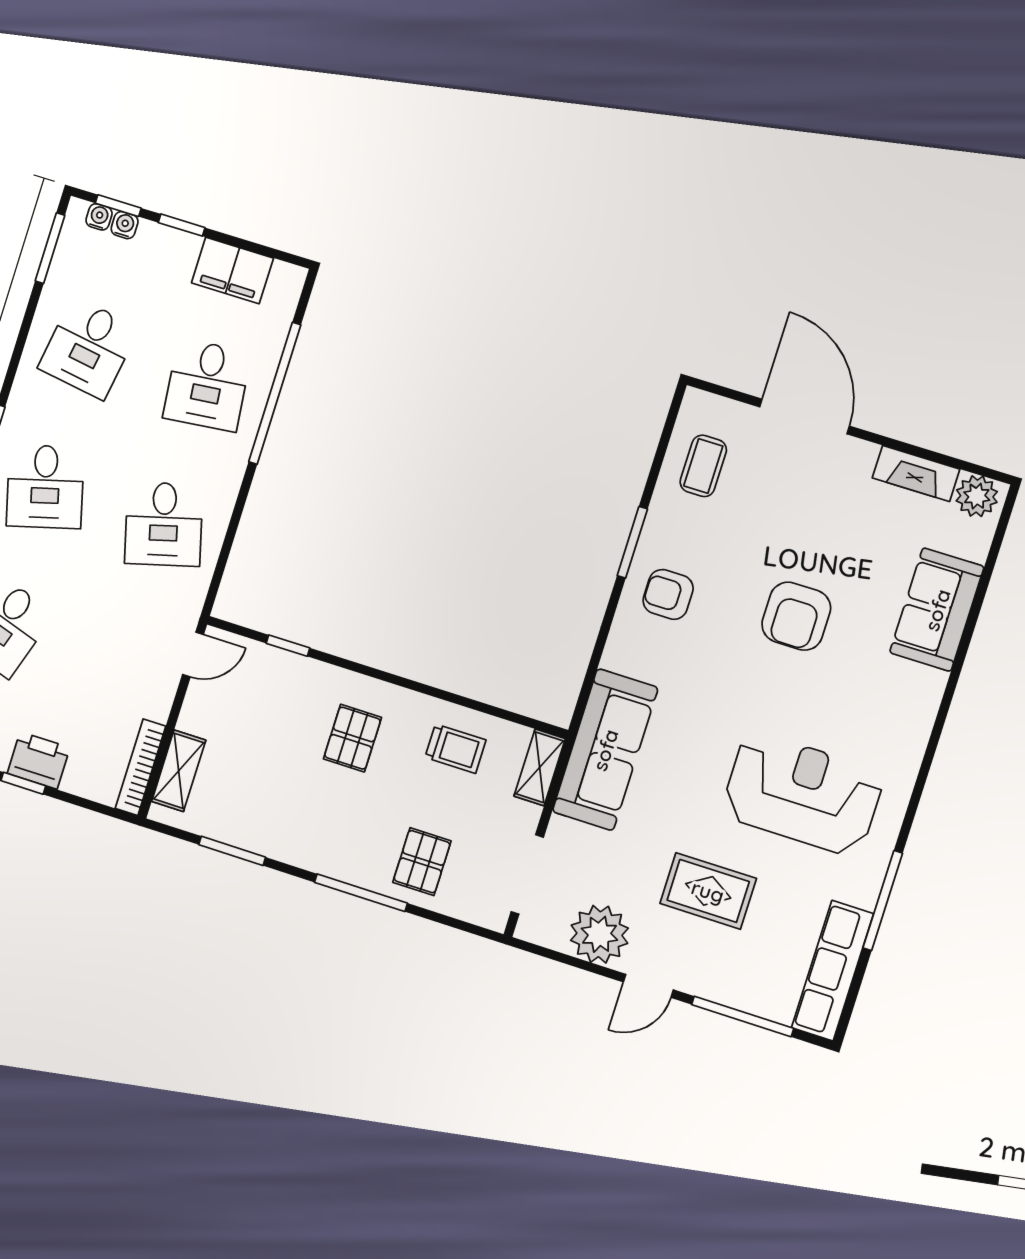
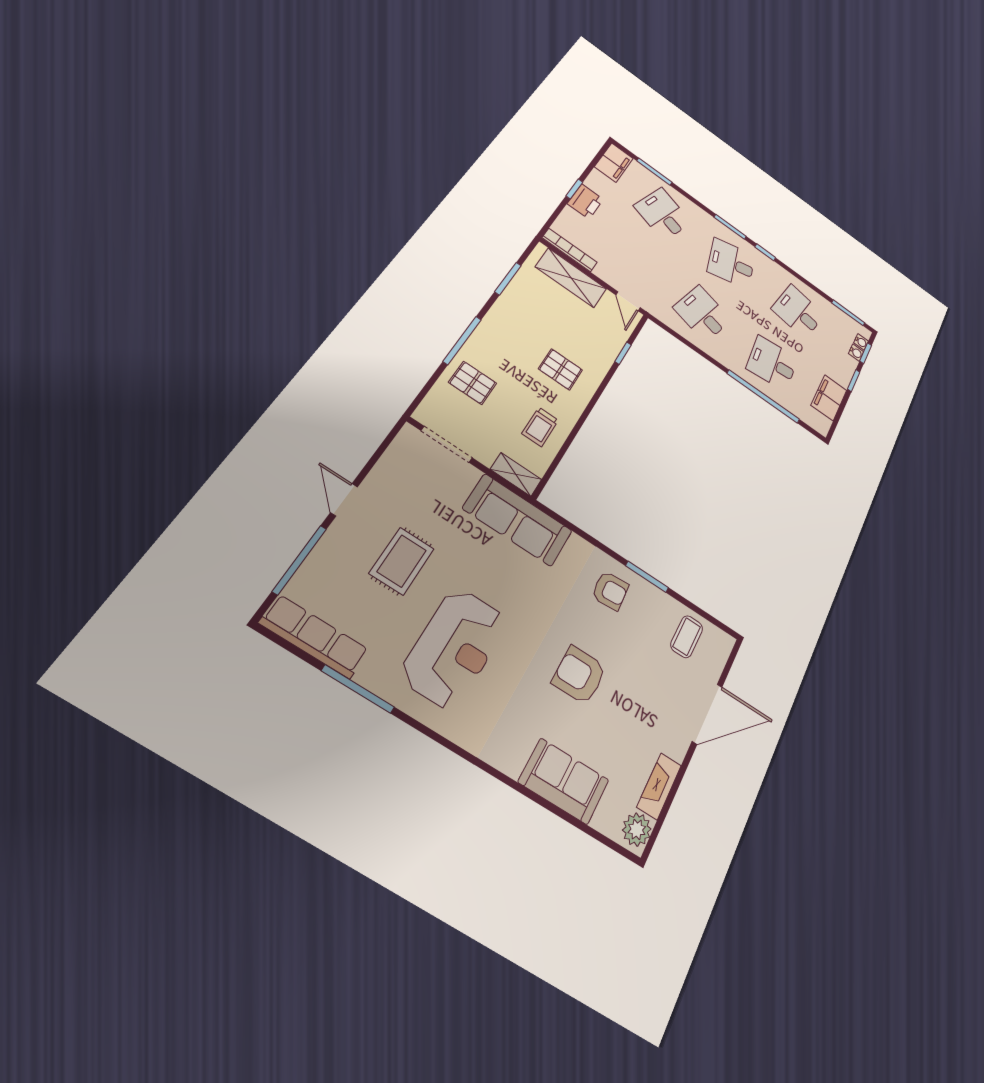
coffee table: (703, 466) -> (687, 637), turned 90
desk: (164, 524) -> (702, 314), turned 30
armchair: (668, 594) -> (610, 591), turned 86
shelving: (179, 771) -> (571, 278), width x1.50, depth x1.33
plant: (599, 934) -> (392, 478), removed

